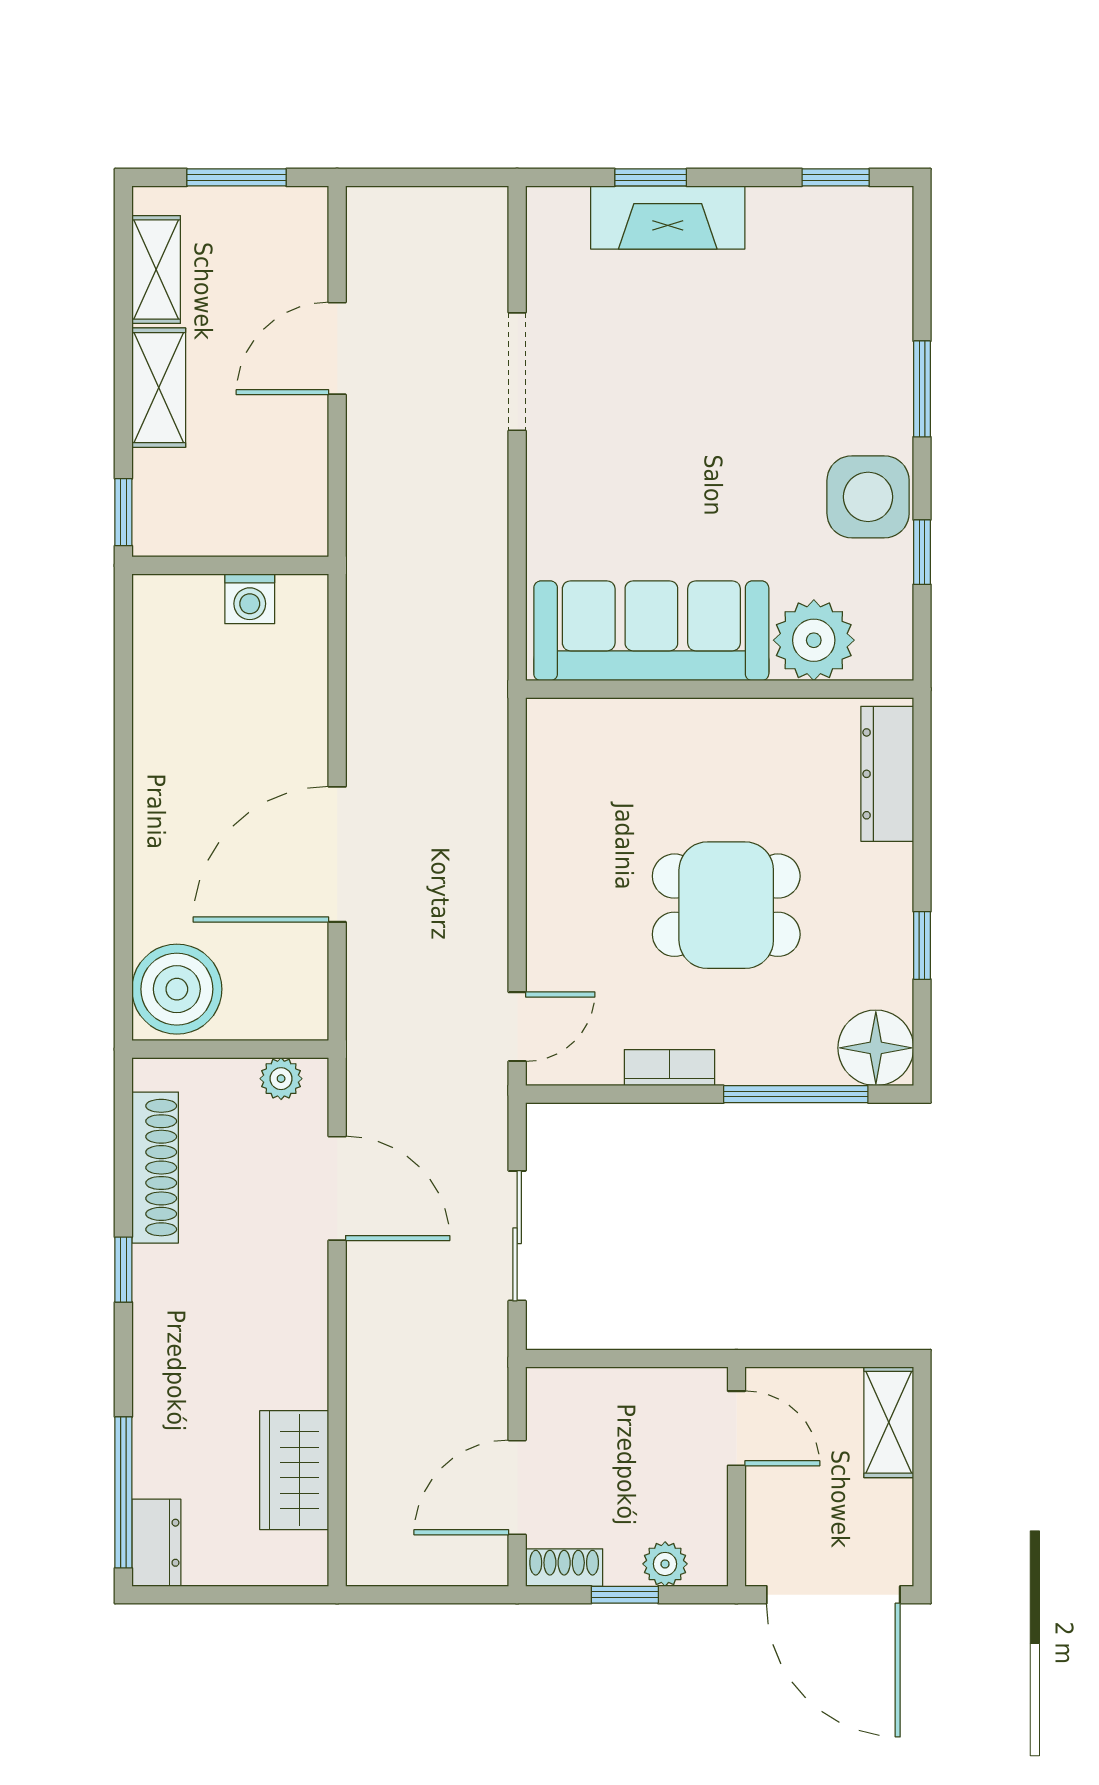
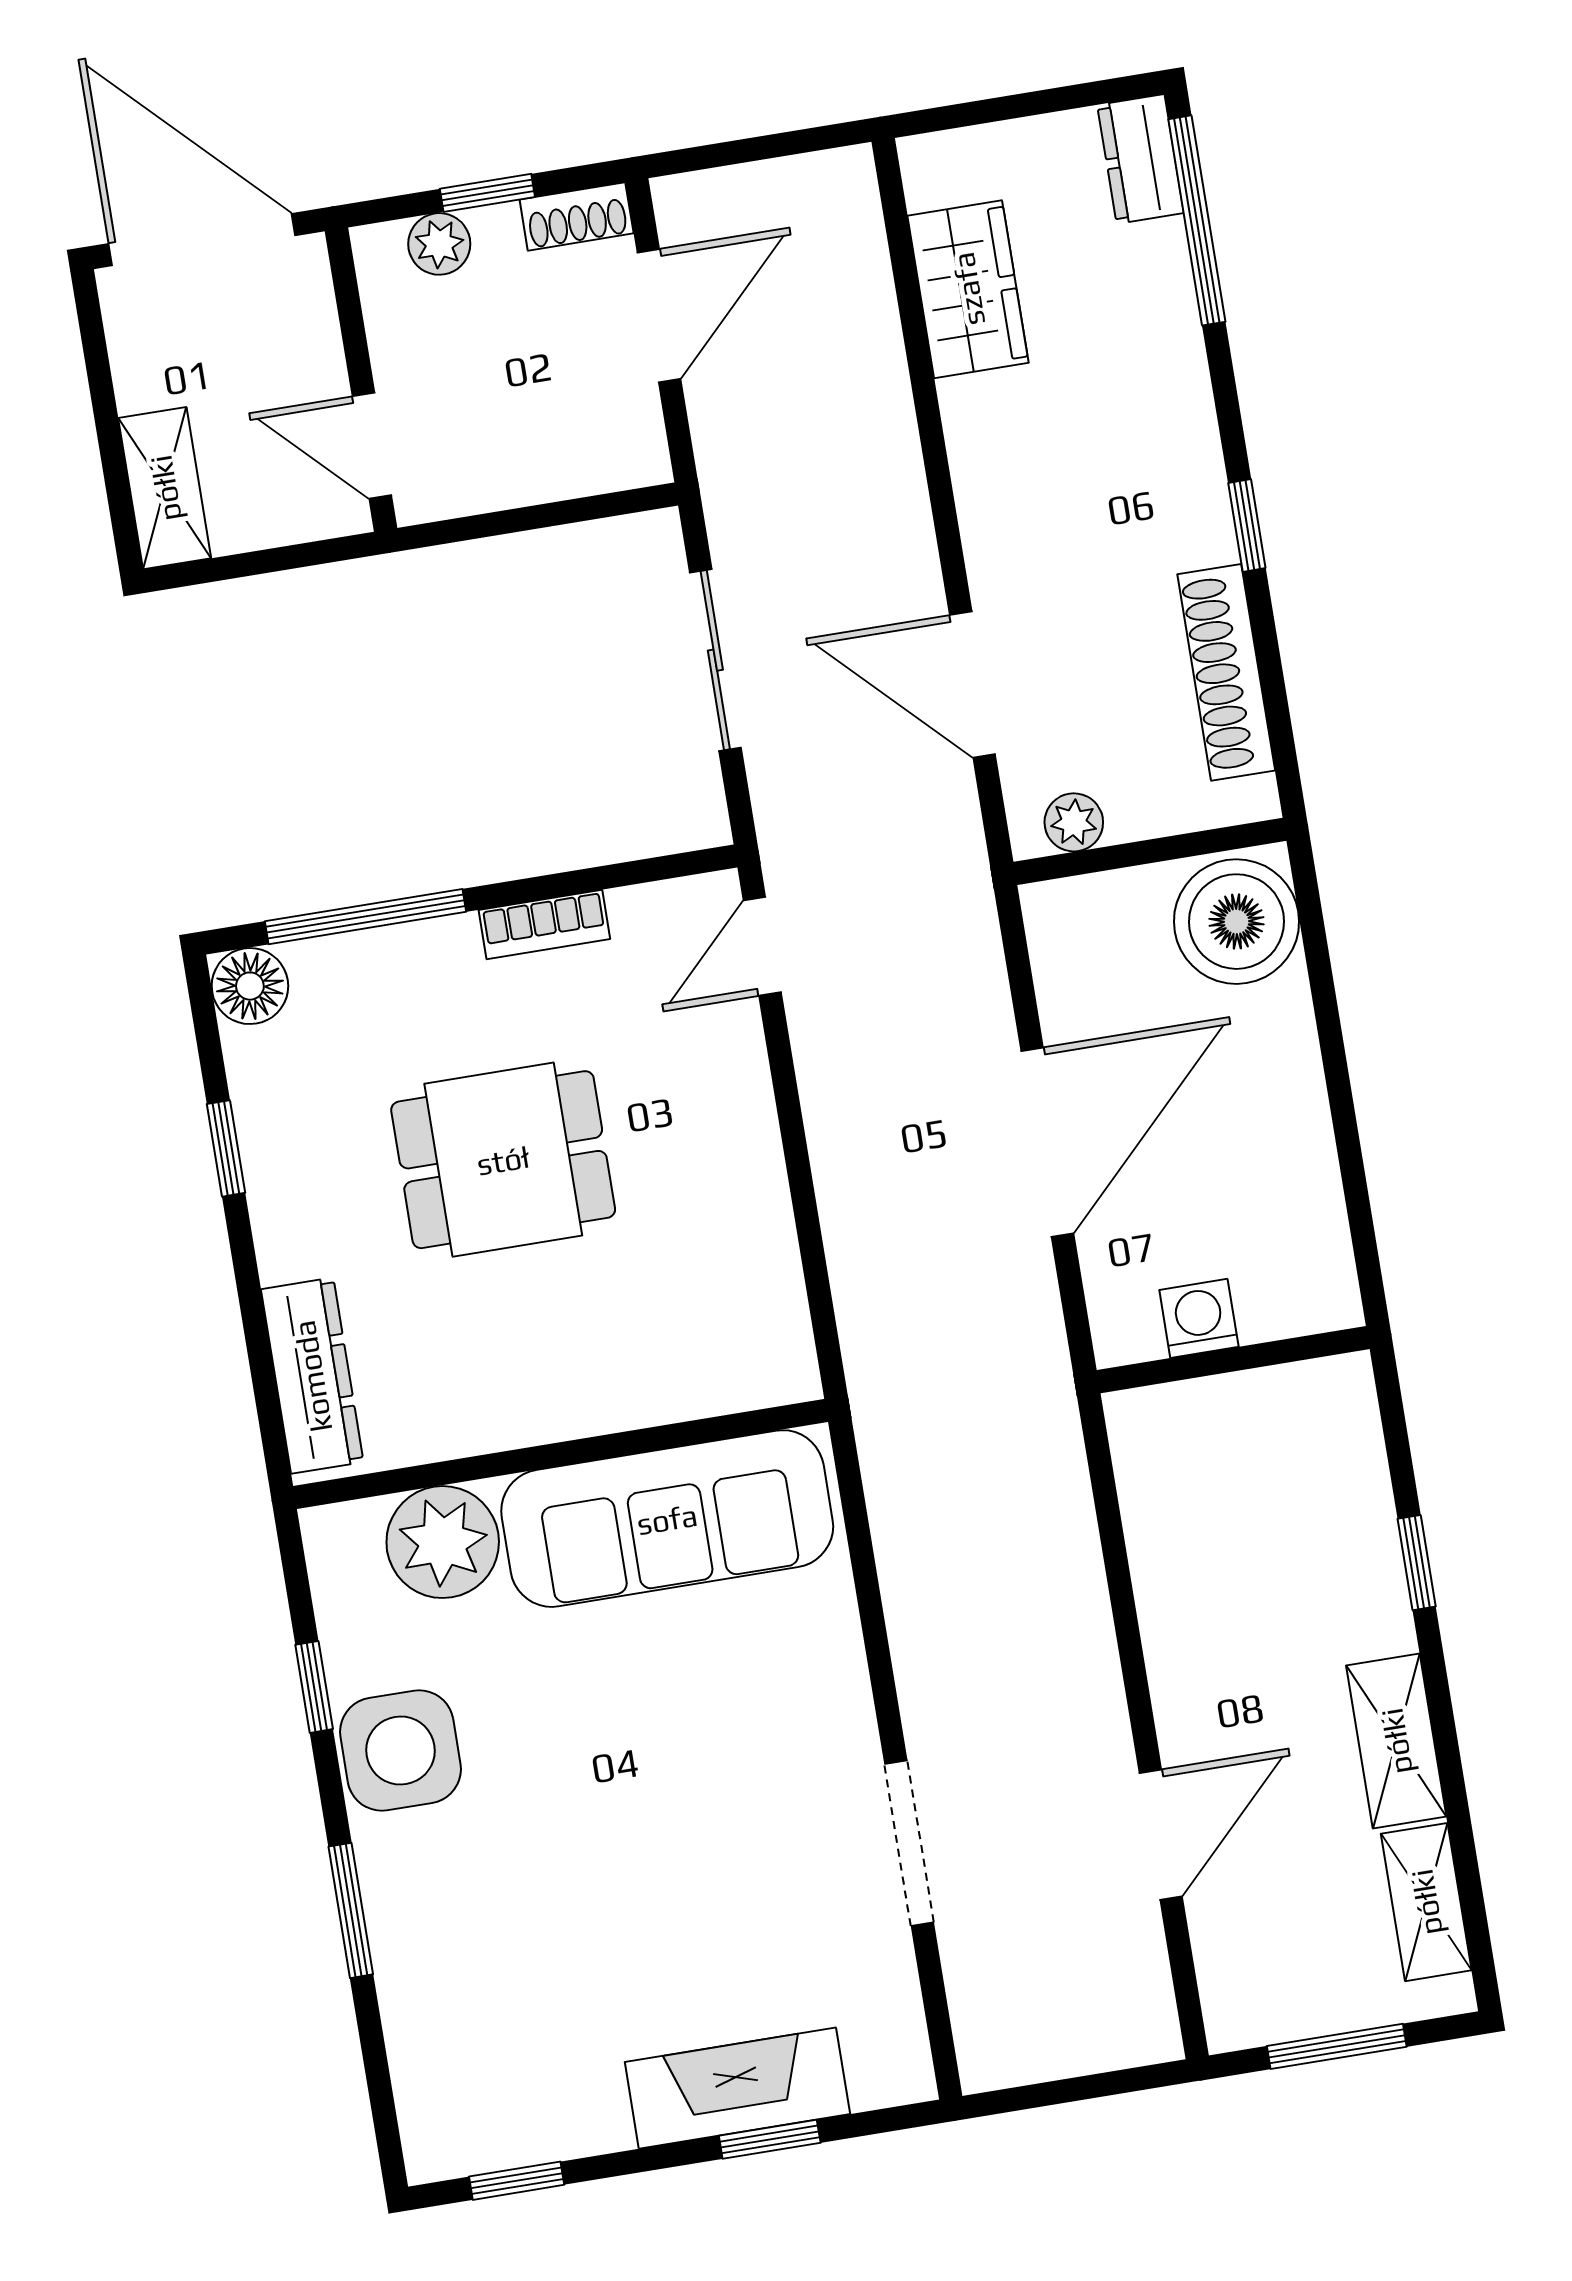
wall: (230, 565) -> (1233, 1360), moved
washing machine: (250, 599) -> (1199, 1318), moved
floor lamp: (876, 1048) -> (250, 986), width x0.73, depth x0.73

